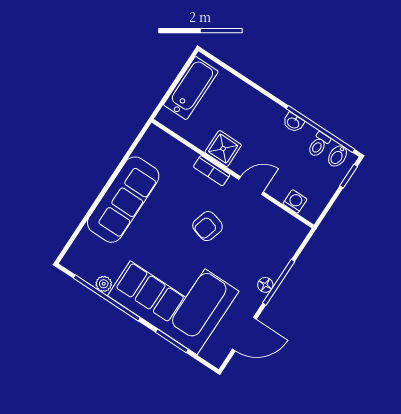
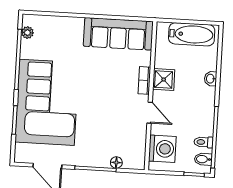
washbasin: (293, 123) -> (211, 79), moved
sofa: (123, 200) -> (118, 34), moved
washing machine: (295, 201) -> (162, 149), width x1.89, depth x1.89
armchair: (208, 226) -> (106, 99), removed
plant: (104, 284) -> (27, 33), moved
floor lamp: (265, 285) -> (116, 162), moved

